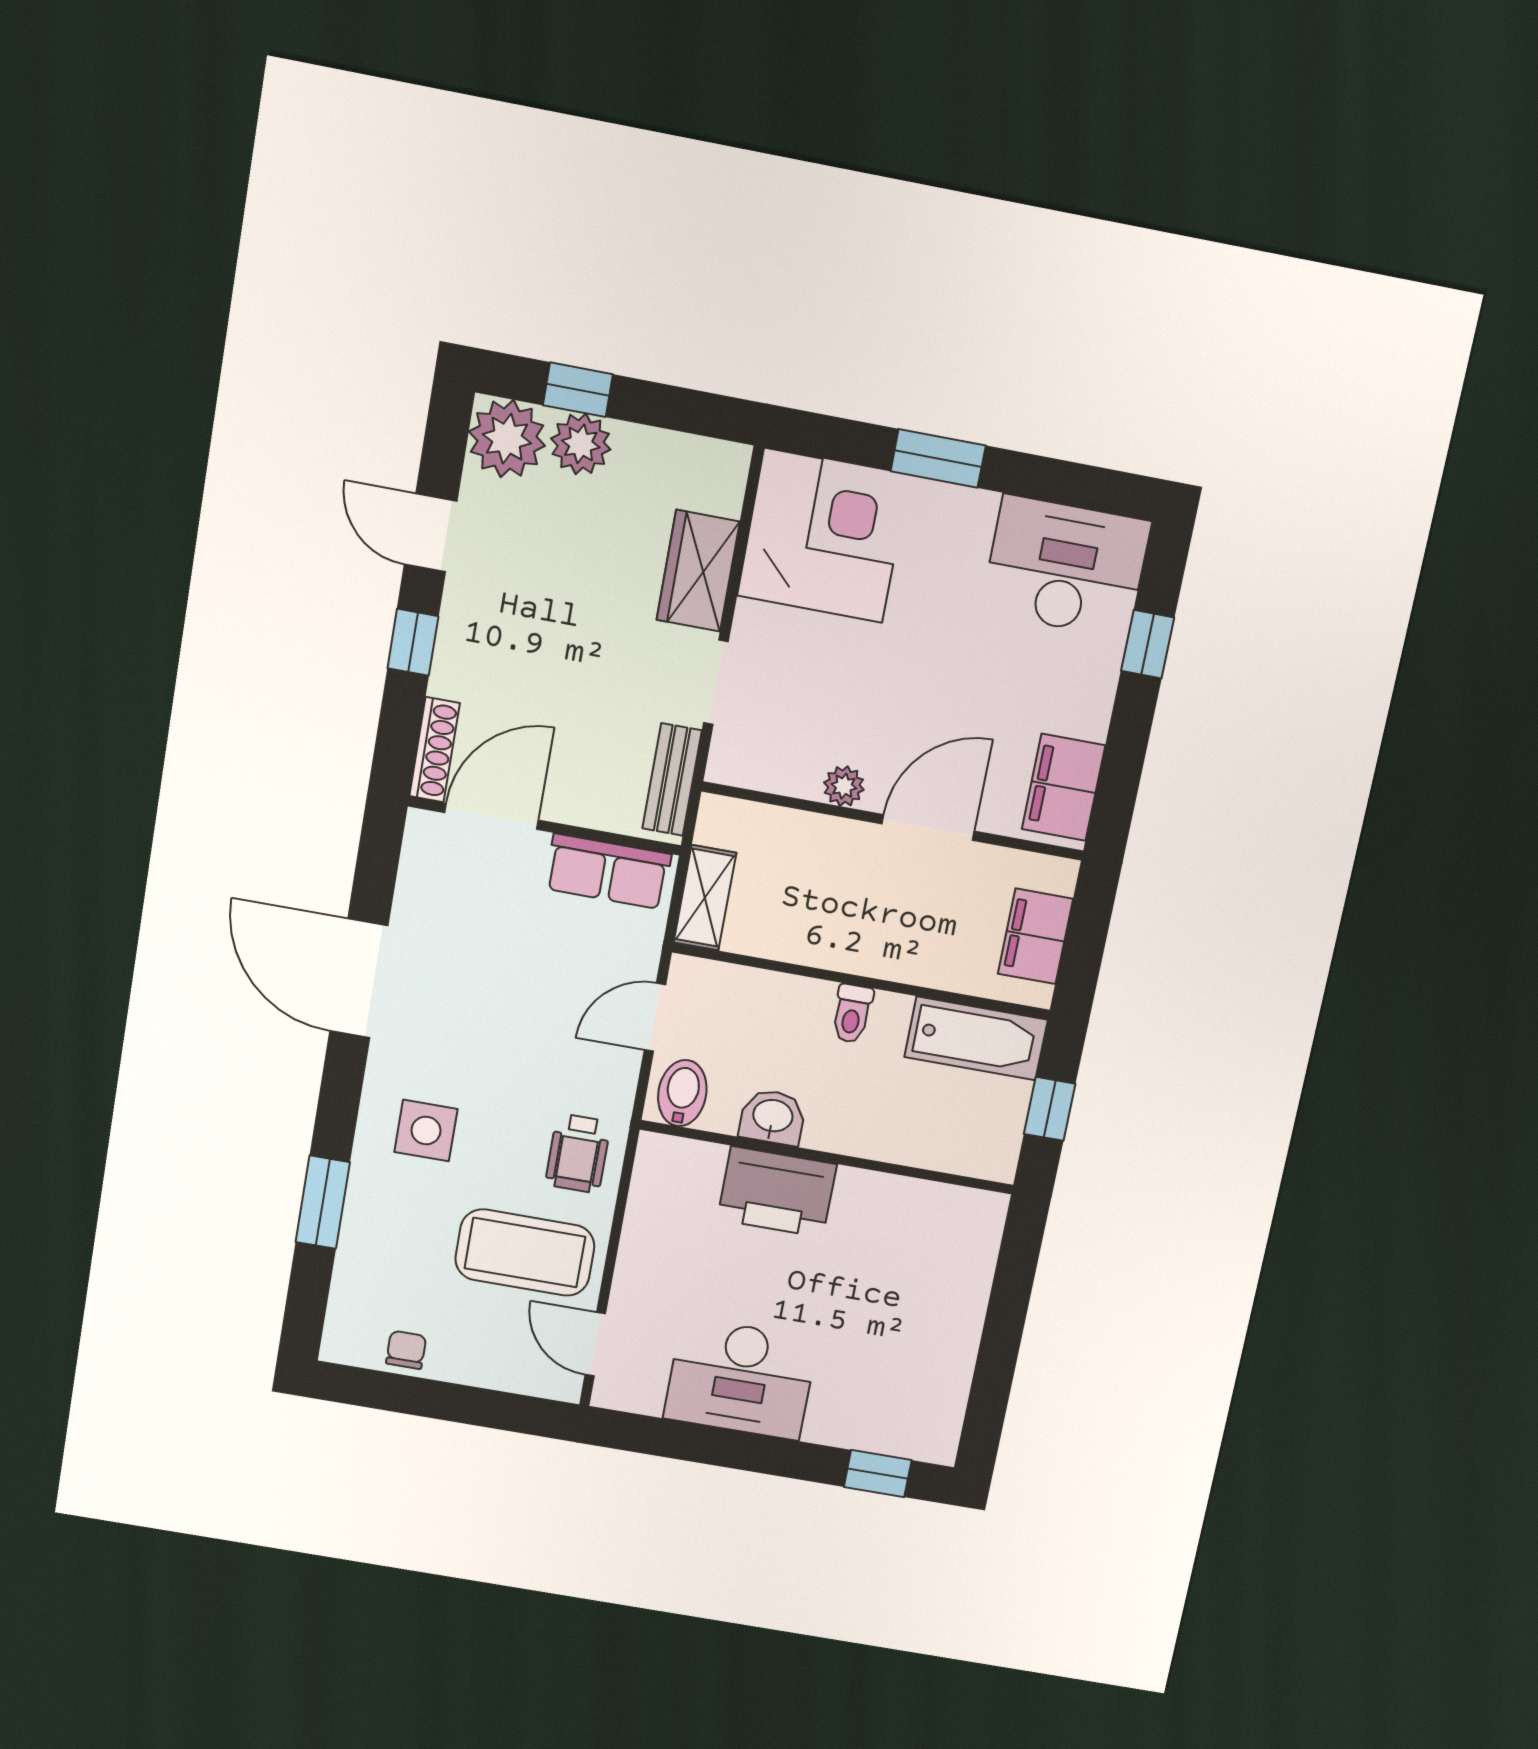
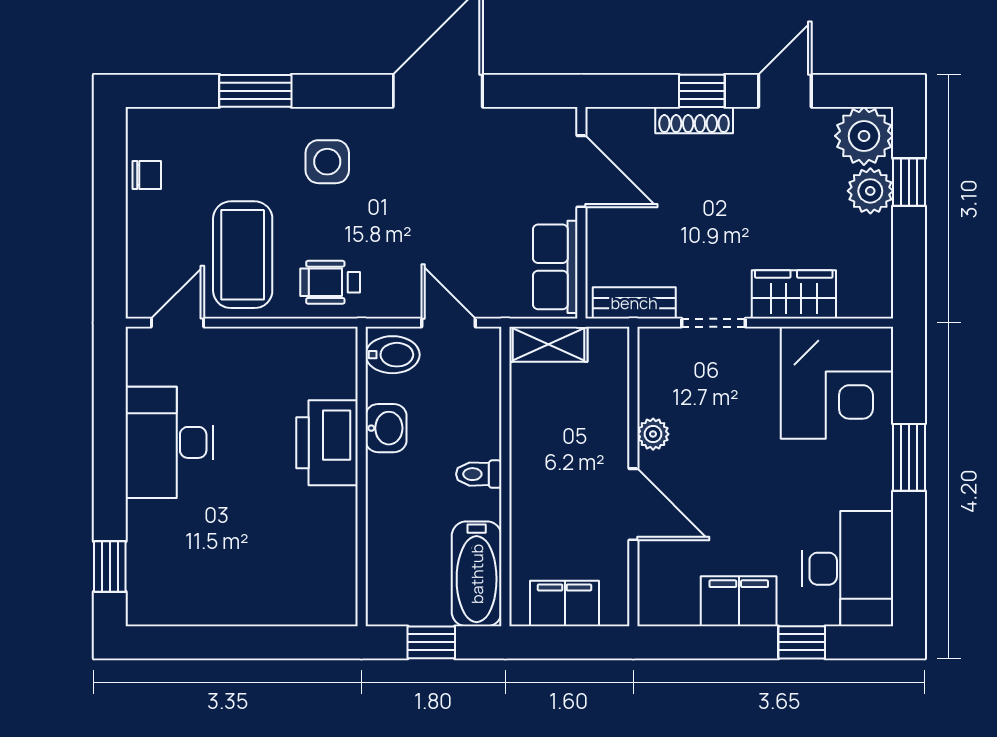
shoe rack: (434, 750) -> (694, 120), moved
filing cabinet: (1064, 787) -> (739, 601), moved

